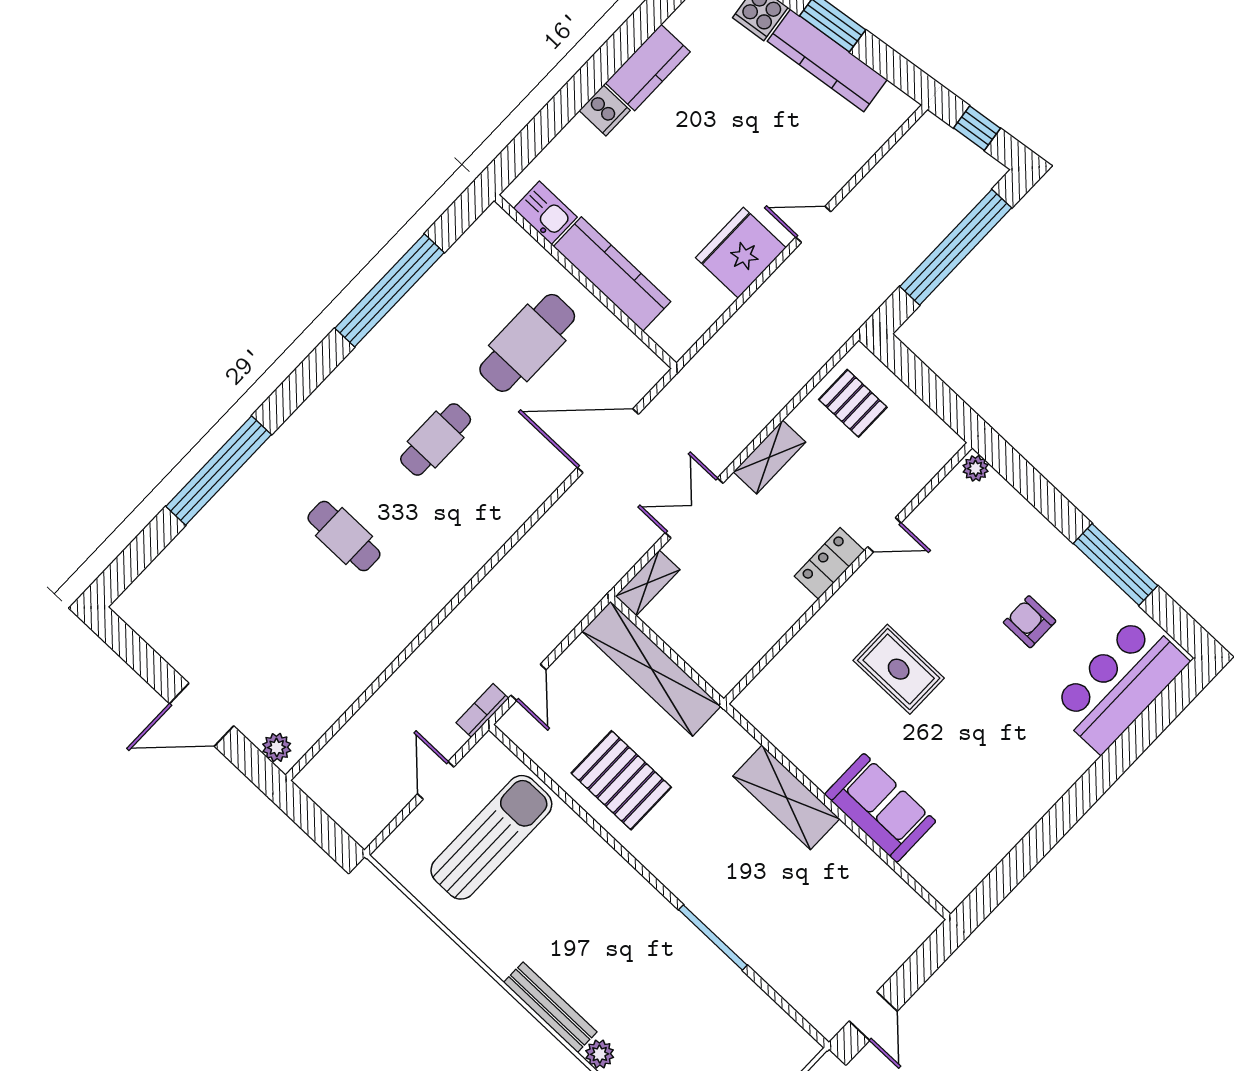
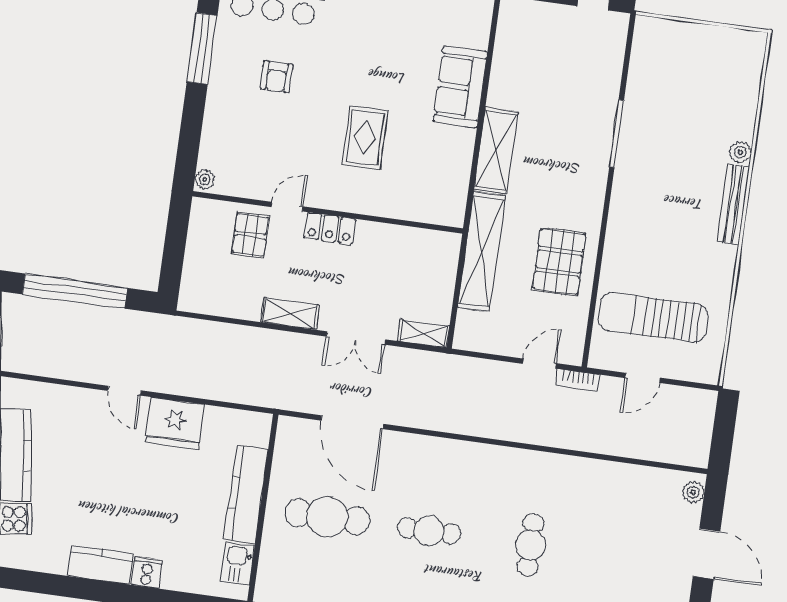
pallet: (853, 403) -> (250, 235), moved
door: (884, 535) -> (287, 207), hinge flipped
shelving: (652, 669) -> (481, 252), moved

